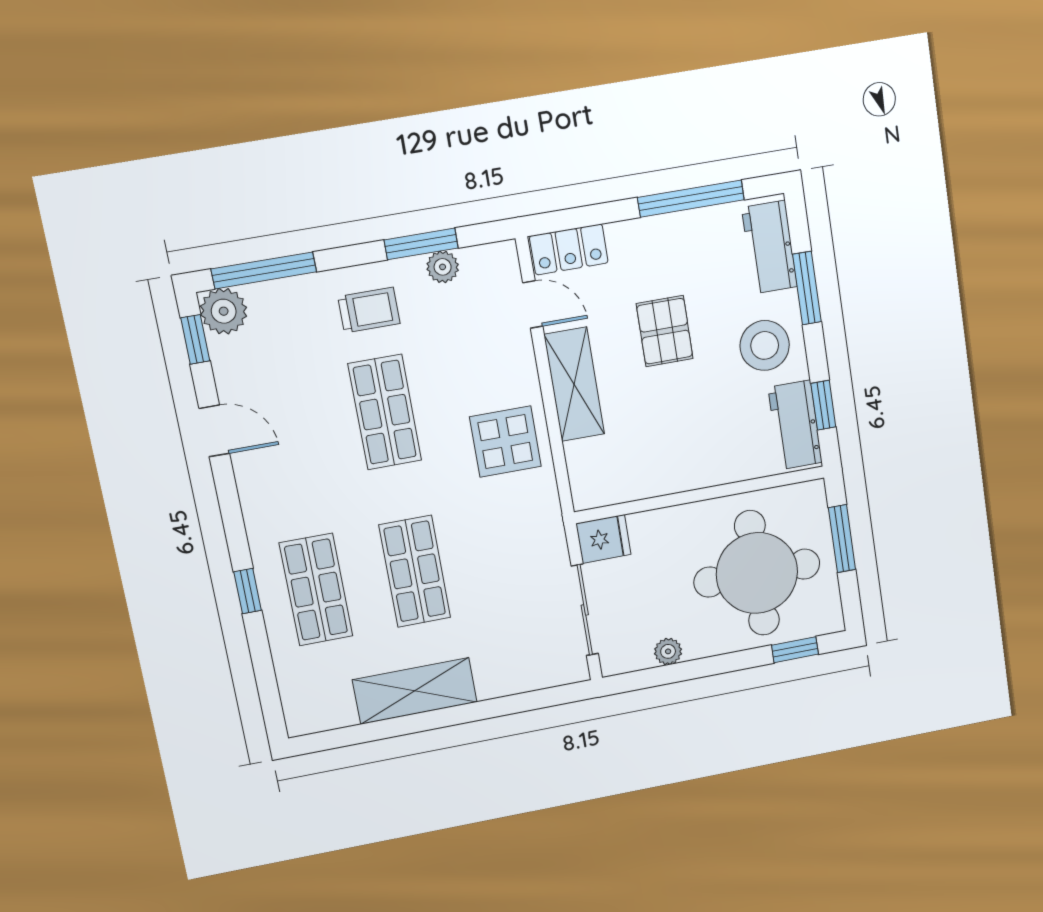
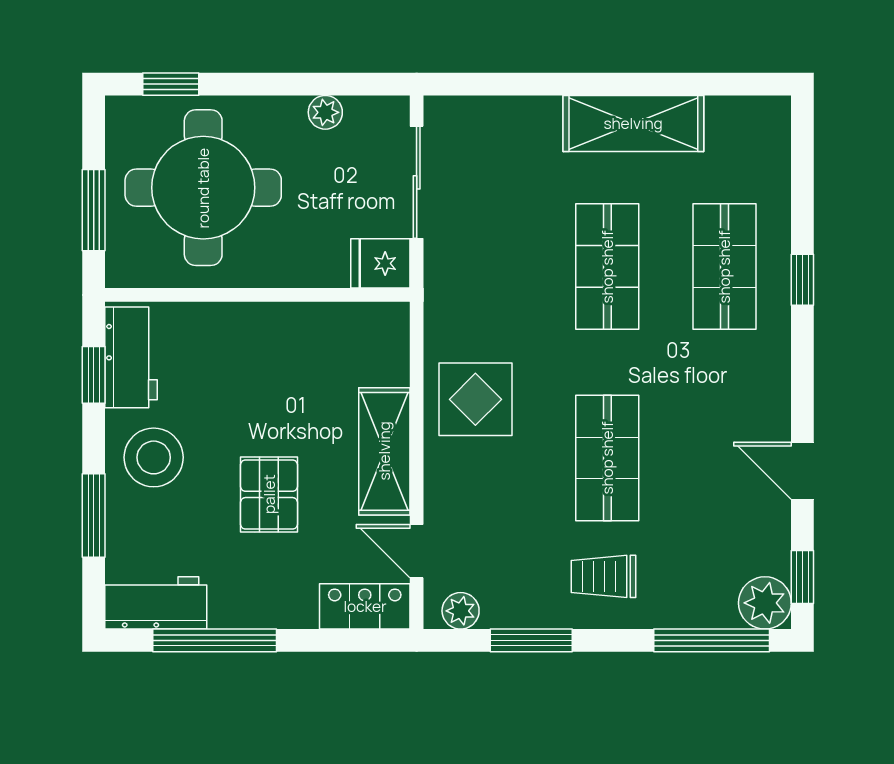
workbench: (769, 247) -> (156, 603), moved, turned -90
plant: (443, 267) -> (461, 611), moved

